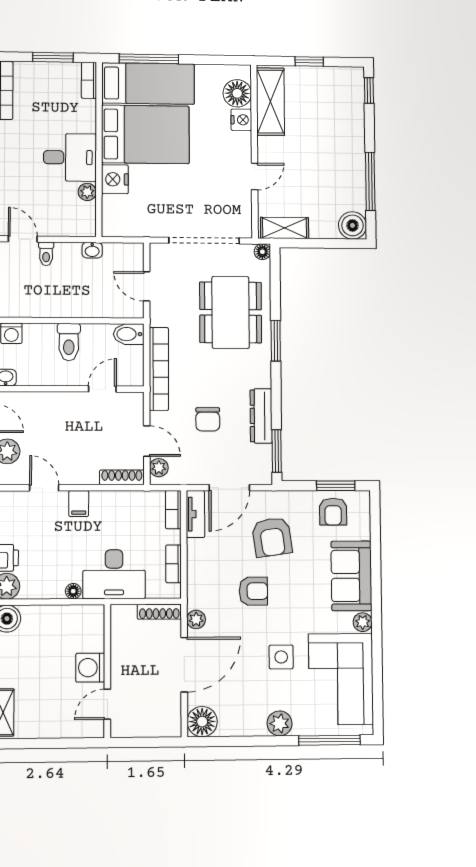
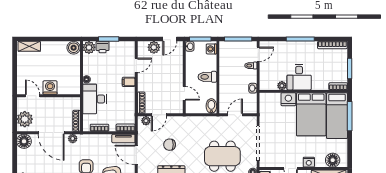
nightstand: (241, 120) -> (309, 162), moved
bookcase: (159, 369) -> (194, 121), removed
plant: (156, 721) -> (25, 119), added

